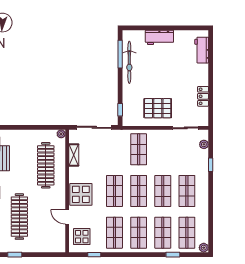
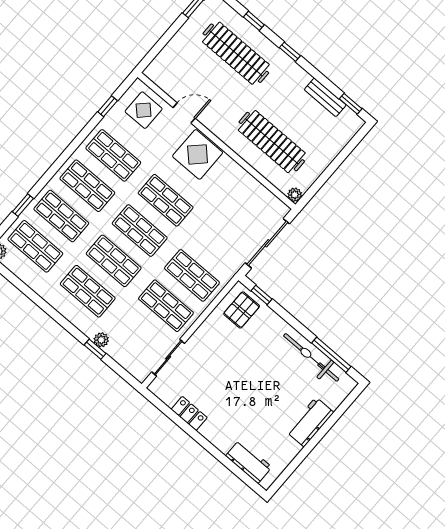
pallet: (158, 108) -> (242, 310), moved, width x0.67, depth x0.71
plant: (204, 144) -> (101, 340), moved
shop shelf: (163, 149) -> (166, 306), added
shelving: (74, 155) -> (255, 188), removed

